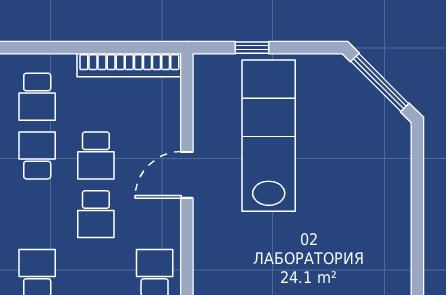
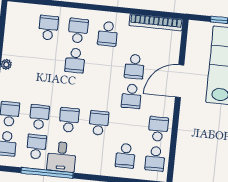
school desk: (37, 155) -> (105, 63), removed
door: (187, 175) -> (180, 81), width x1.36

